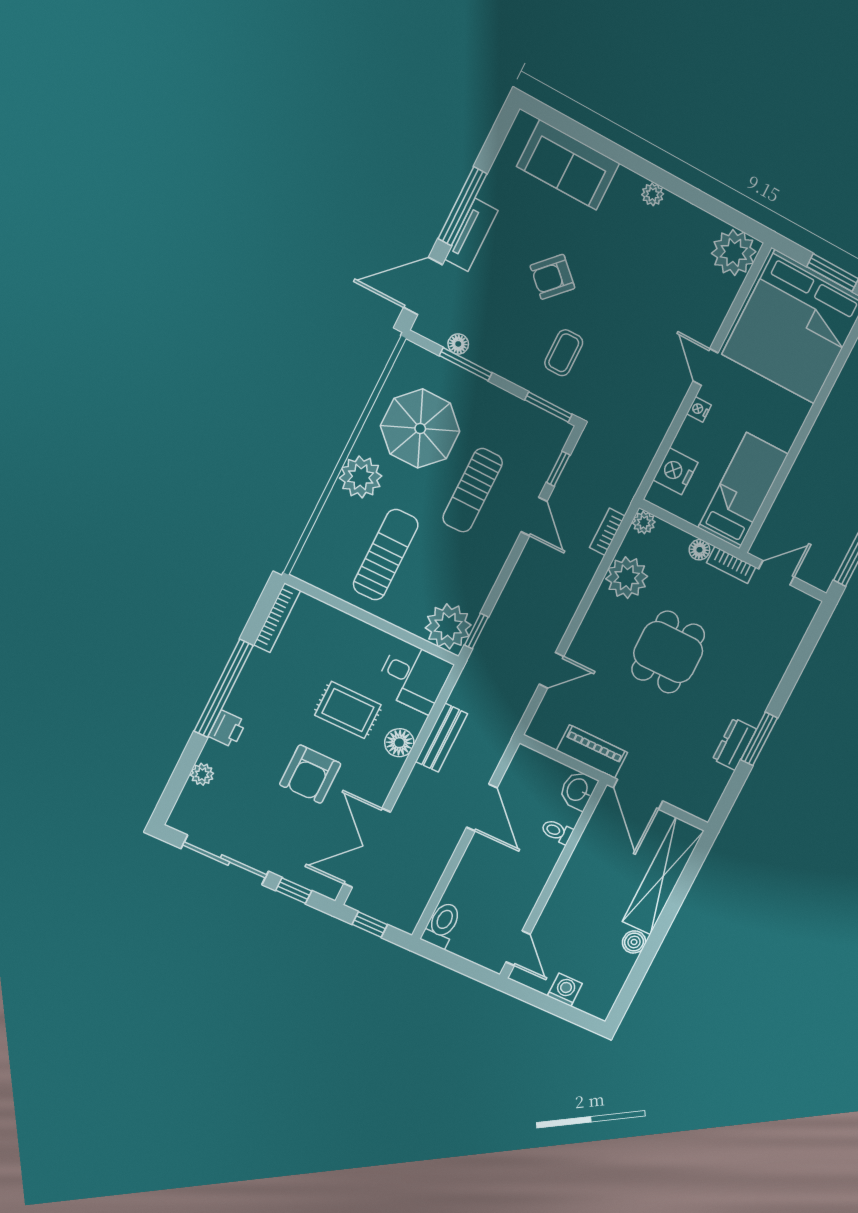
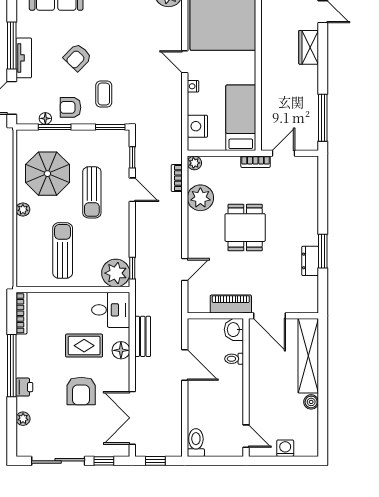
armchair: (504, 347) -> (70, 107), added
plant: (361, 477) -> (23, 209), width x0.53, depth x0.53
floor lamp: (699, 550) -> (233, 162), removed

